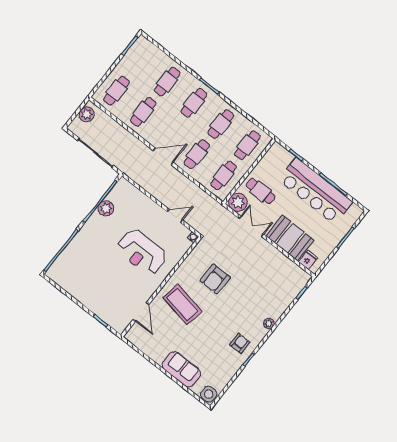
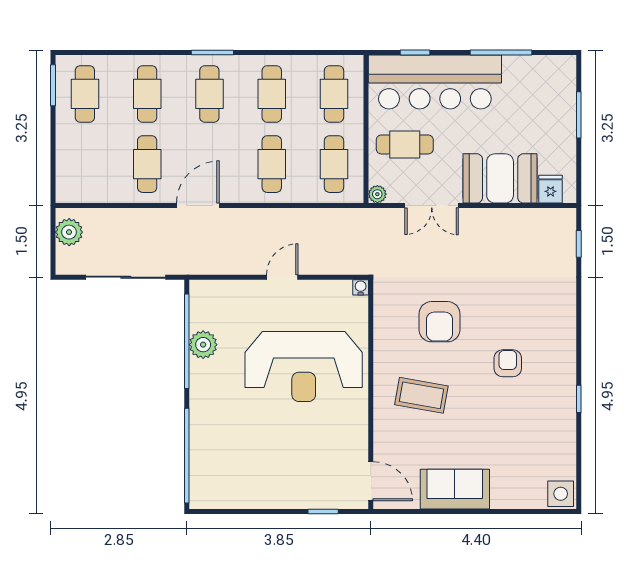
cafe table: (117, 91) -> (85, 94), moved
door: (163, 156) -> (198, 205), moved
bar counter: (316, 191) -> (435, 82), moved
plant: (238, 202) -> (377, 194), width x0.53, depth x0.53
door: (175, 216) -> (282, 277), moved
double door: (251, 226) -> (432, 205), swing flipped
reception desk: (142, 252) -> (304, 367), width x1.36, depth x1.30
coffee table: (182, 304) -> (421, 395), width x0.73, depth x0.76
door: (141, 312) -> (371, 481), moved
plant: (269, 323) -> (567, 324), removed
armchair: (240, 343) -> (508, 363), moved
sofa: (181, 369) -> (455, 489), moved

